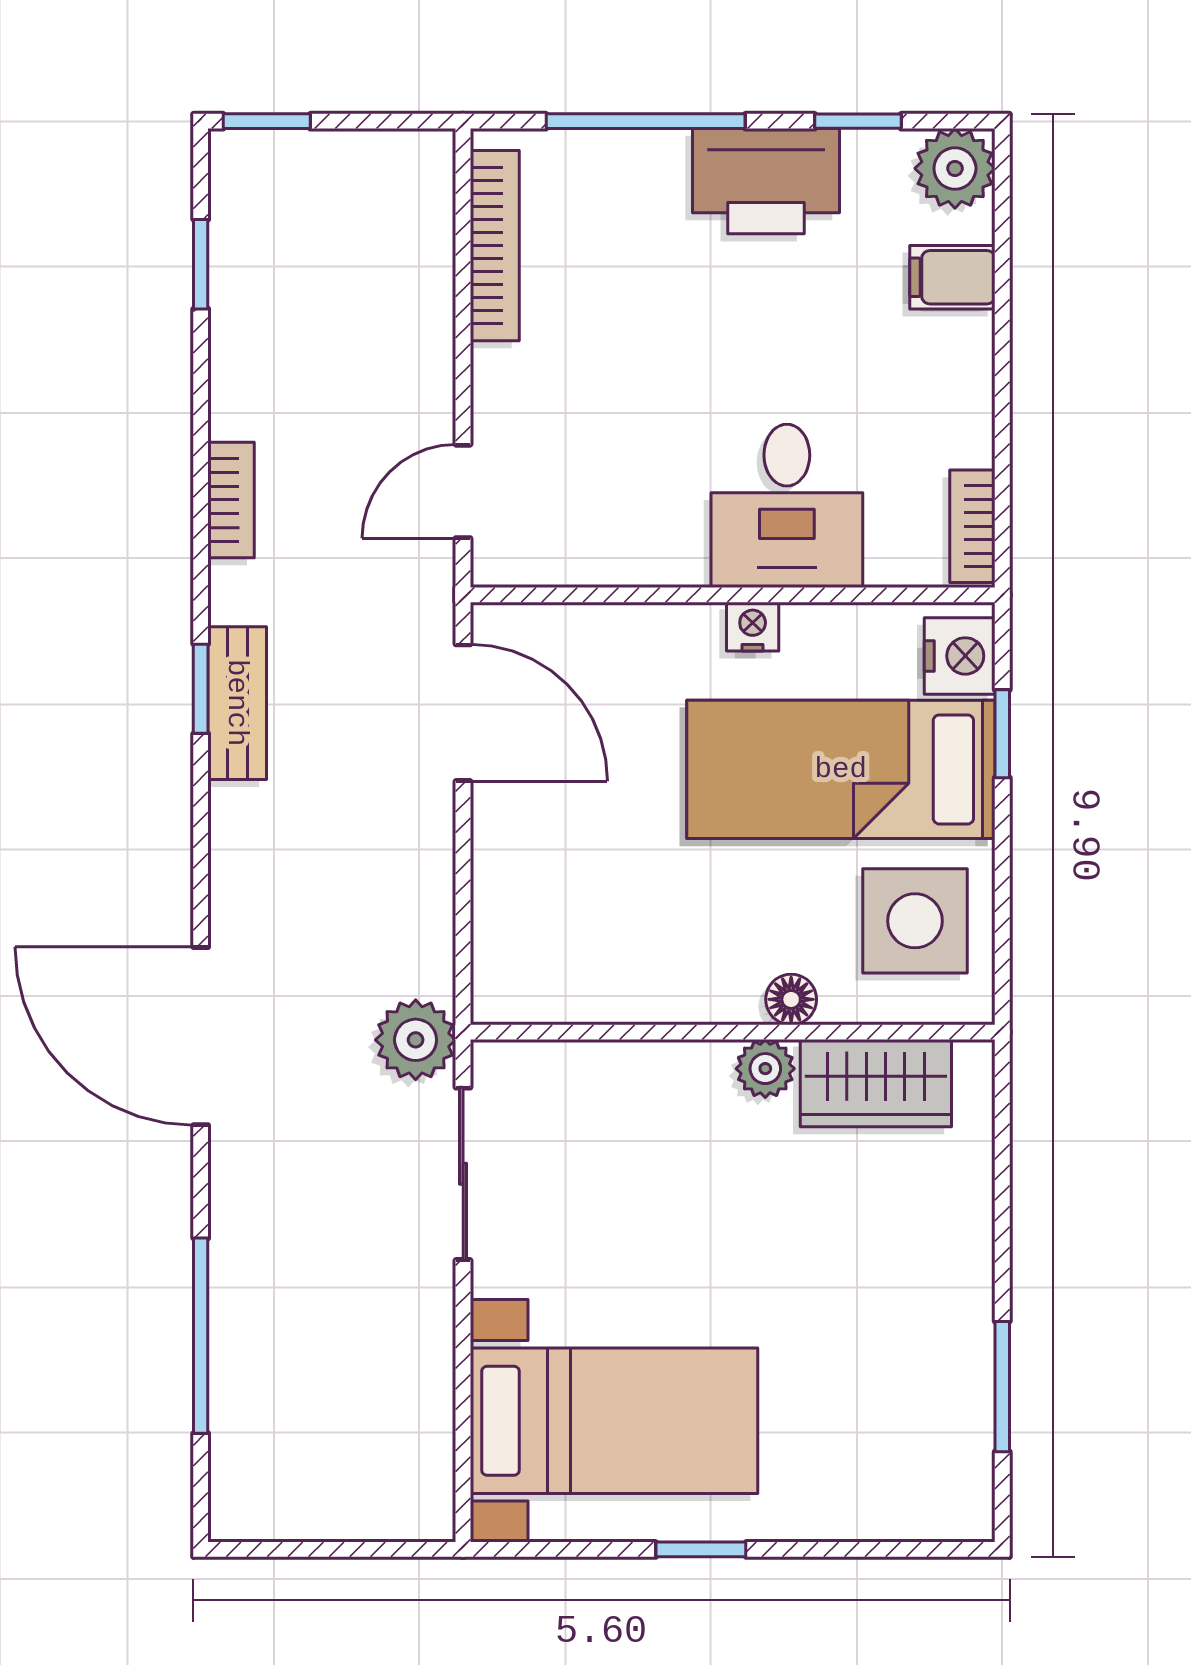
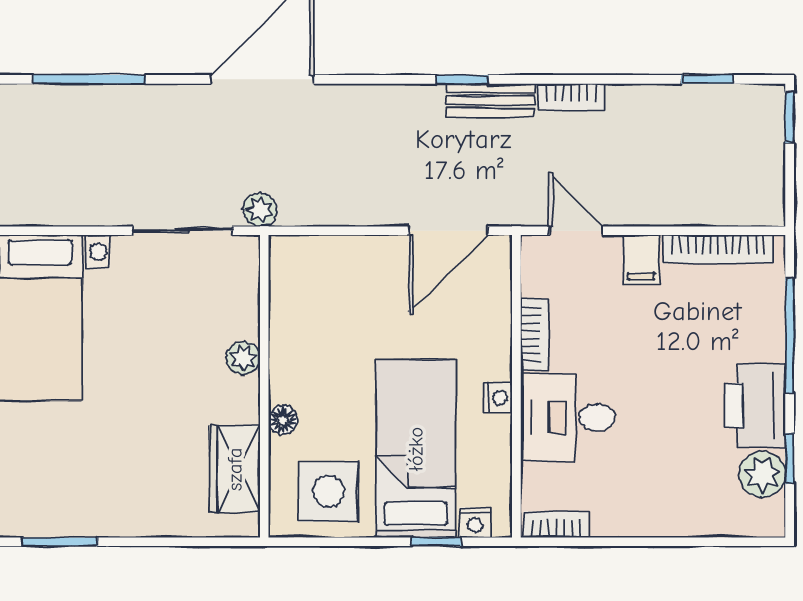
plant: (955, 168) -> (762, 474), moved
filing cabinet: (952, 277) -> (641, 259), moved, turned 180
bookcase: (643, 563) -> (535, 335), added
nightstand: (960, 656) -> (475, 522), width x0.72, depth x0.74
bench: (237, 703) -> (490, 100), moved
plant: (416, 1040) -> (260, 210), width x0.73, depth x0.73
plant: (765, 1069) -> (243, 358), moved

